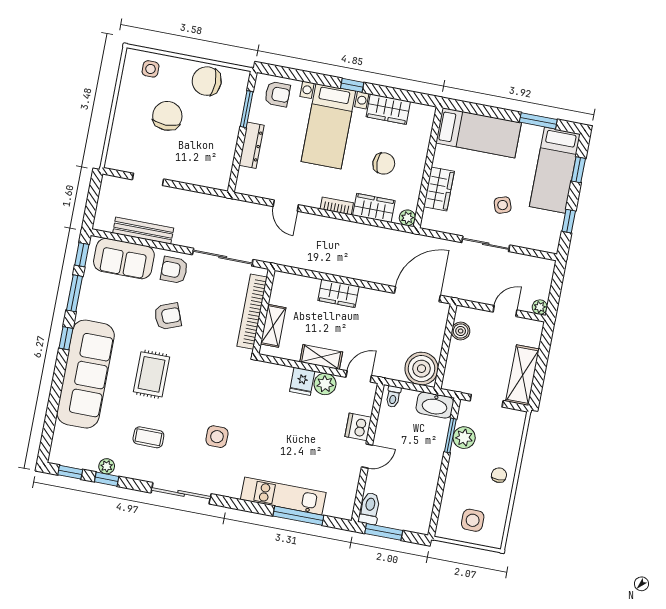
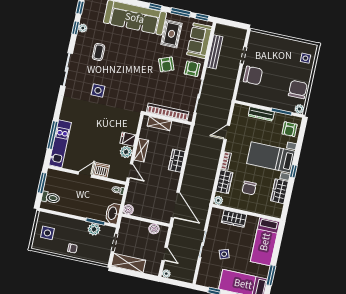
plant: (241, 78) -> (299, 109), added
chair: (167, 116) -> (253, 75), moved
boiler: (421, 369) -> (128, 210), width x0.54, depth x0.54
rug: (151, 374) -> (171, 34), moved, turned 90
door: (367, 456) -> (85, 175), swing flipped
kitchen unit: (283, 496) -> (60, 144), moved
toilet: (370, 509) -> (51, 198), moved

